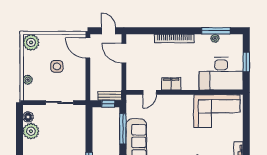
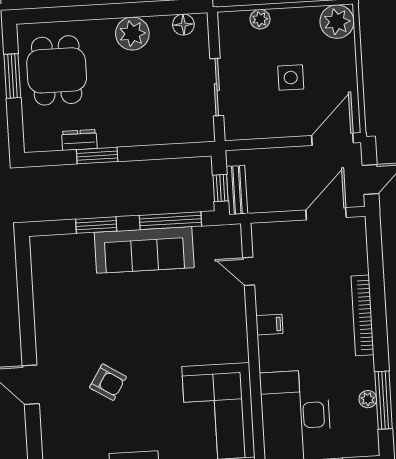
filing cabinet: (171, 84) -> (269, 325), width x0.50
plant: (31, 131) -> (132, 34), moved

